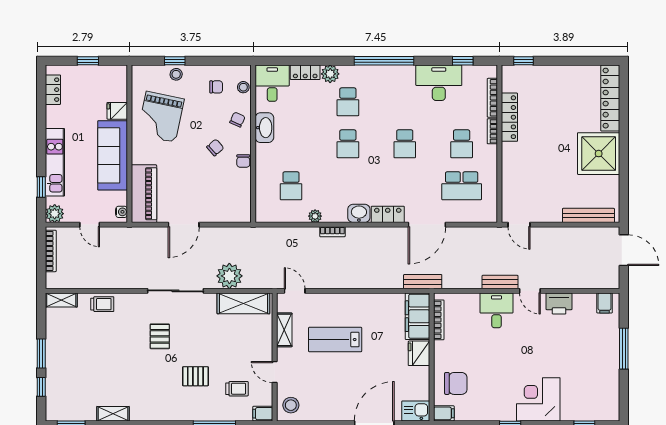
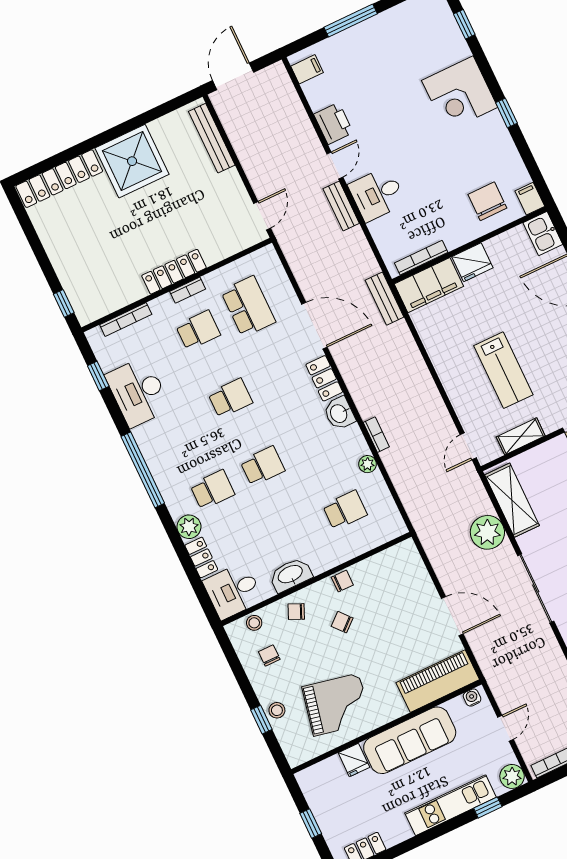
locker: (509, 117) -> (174, 272), moved
bookcase: (492, 131) -> (188, 290), moved

